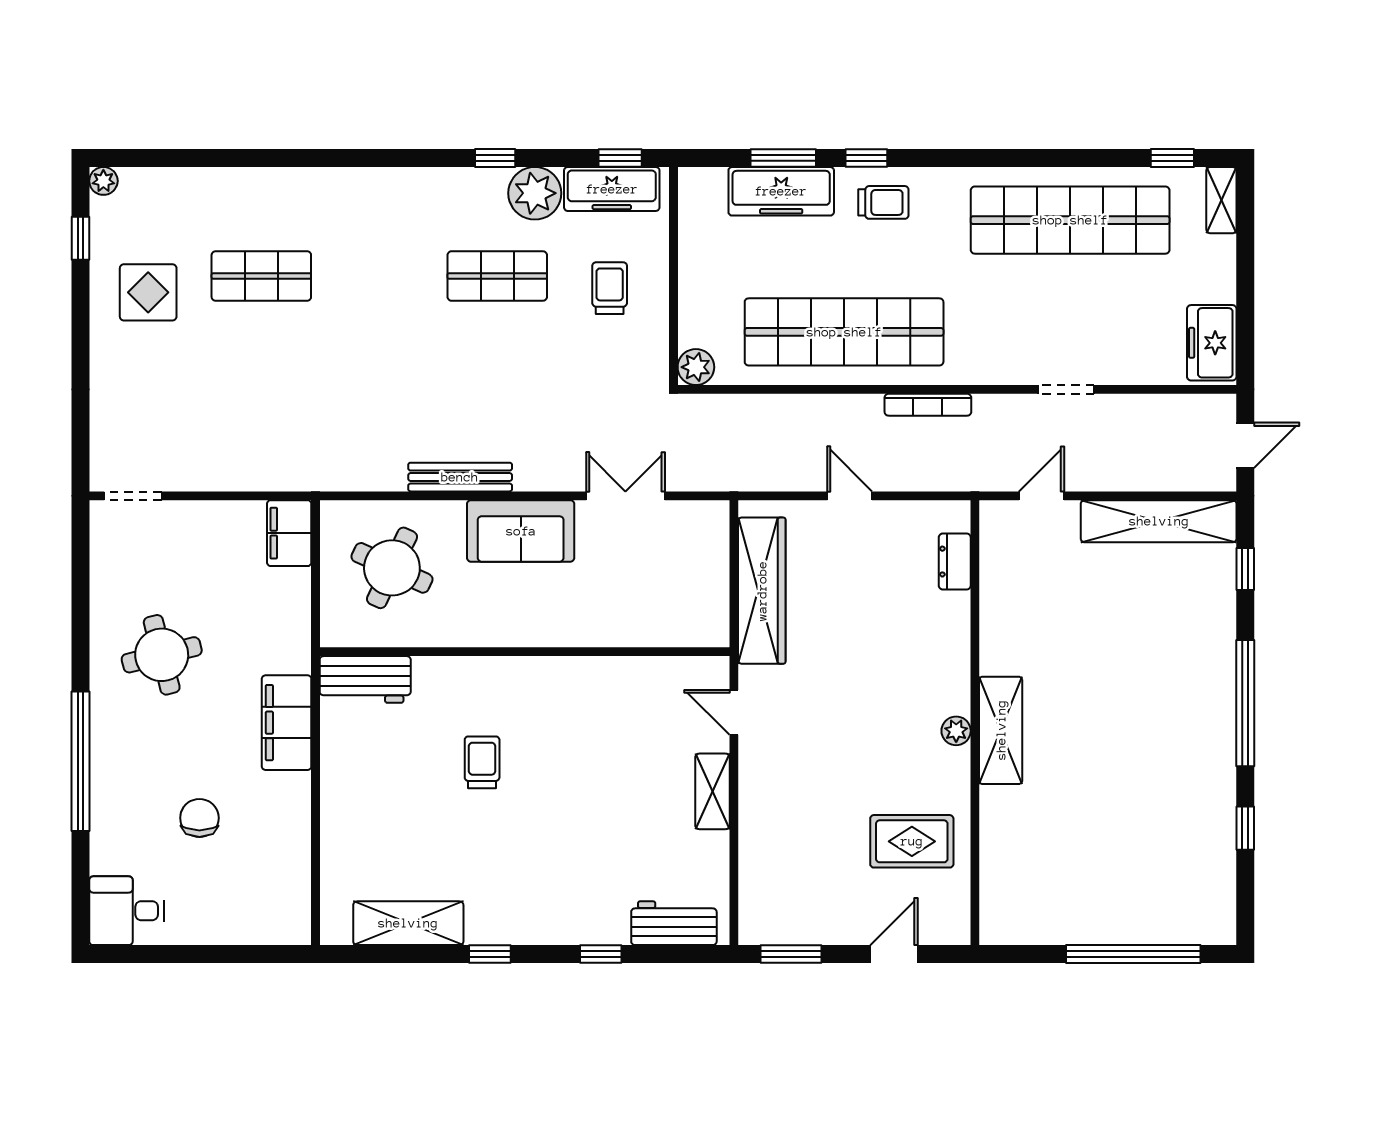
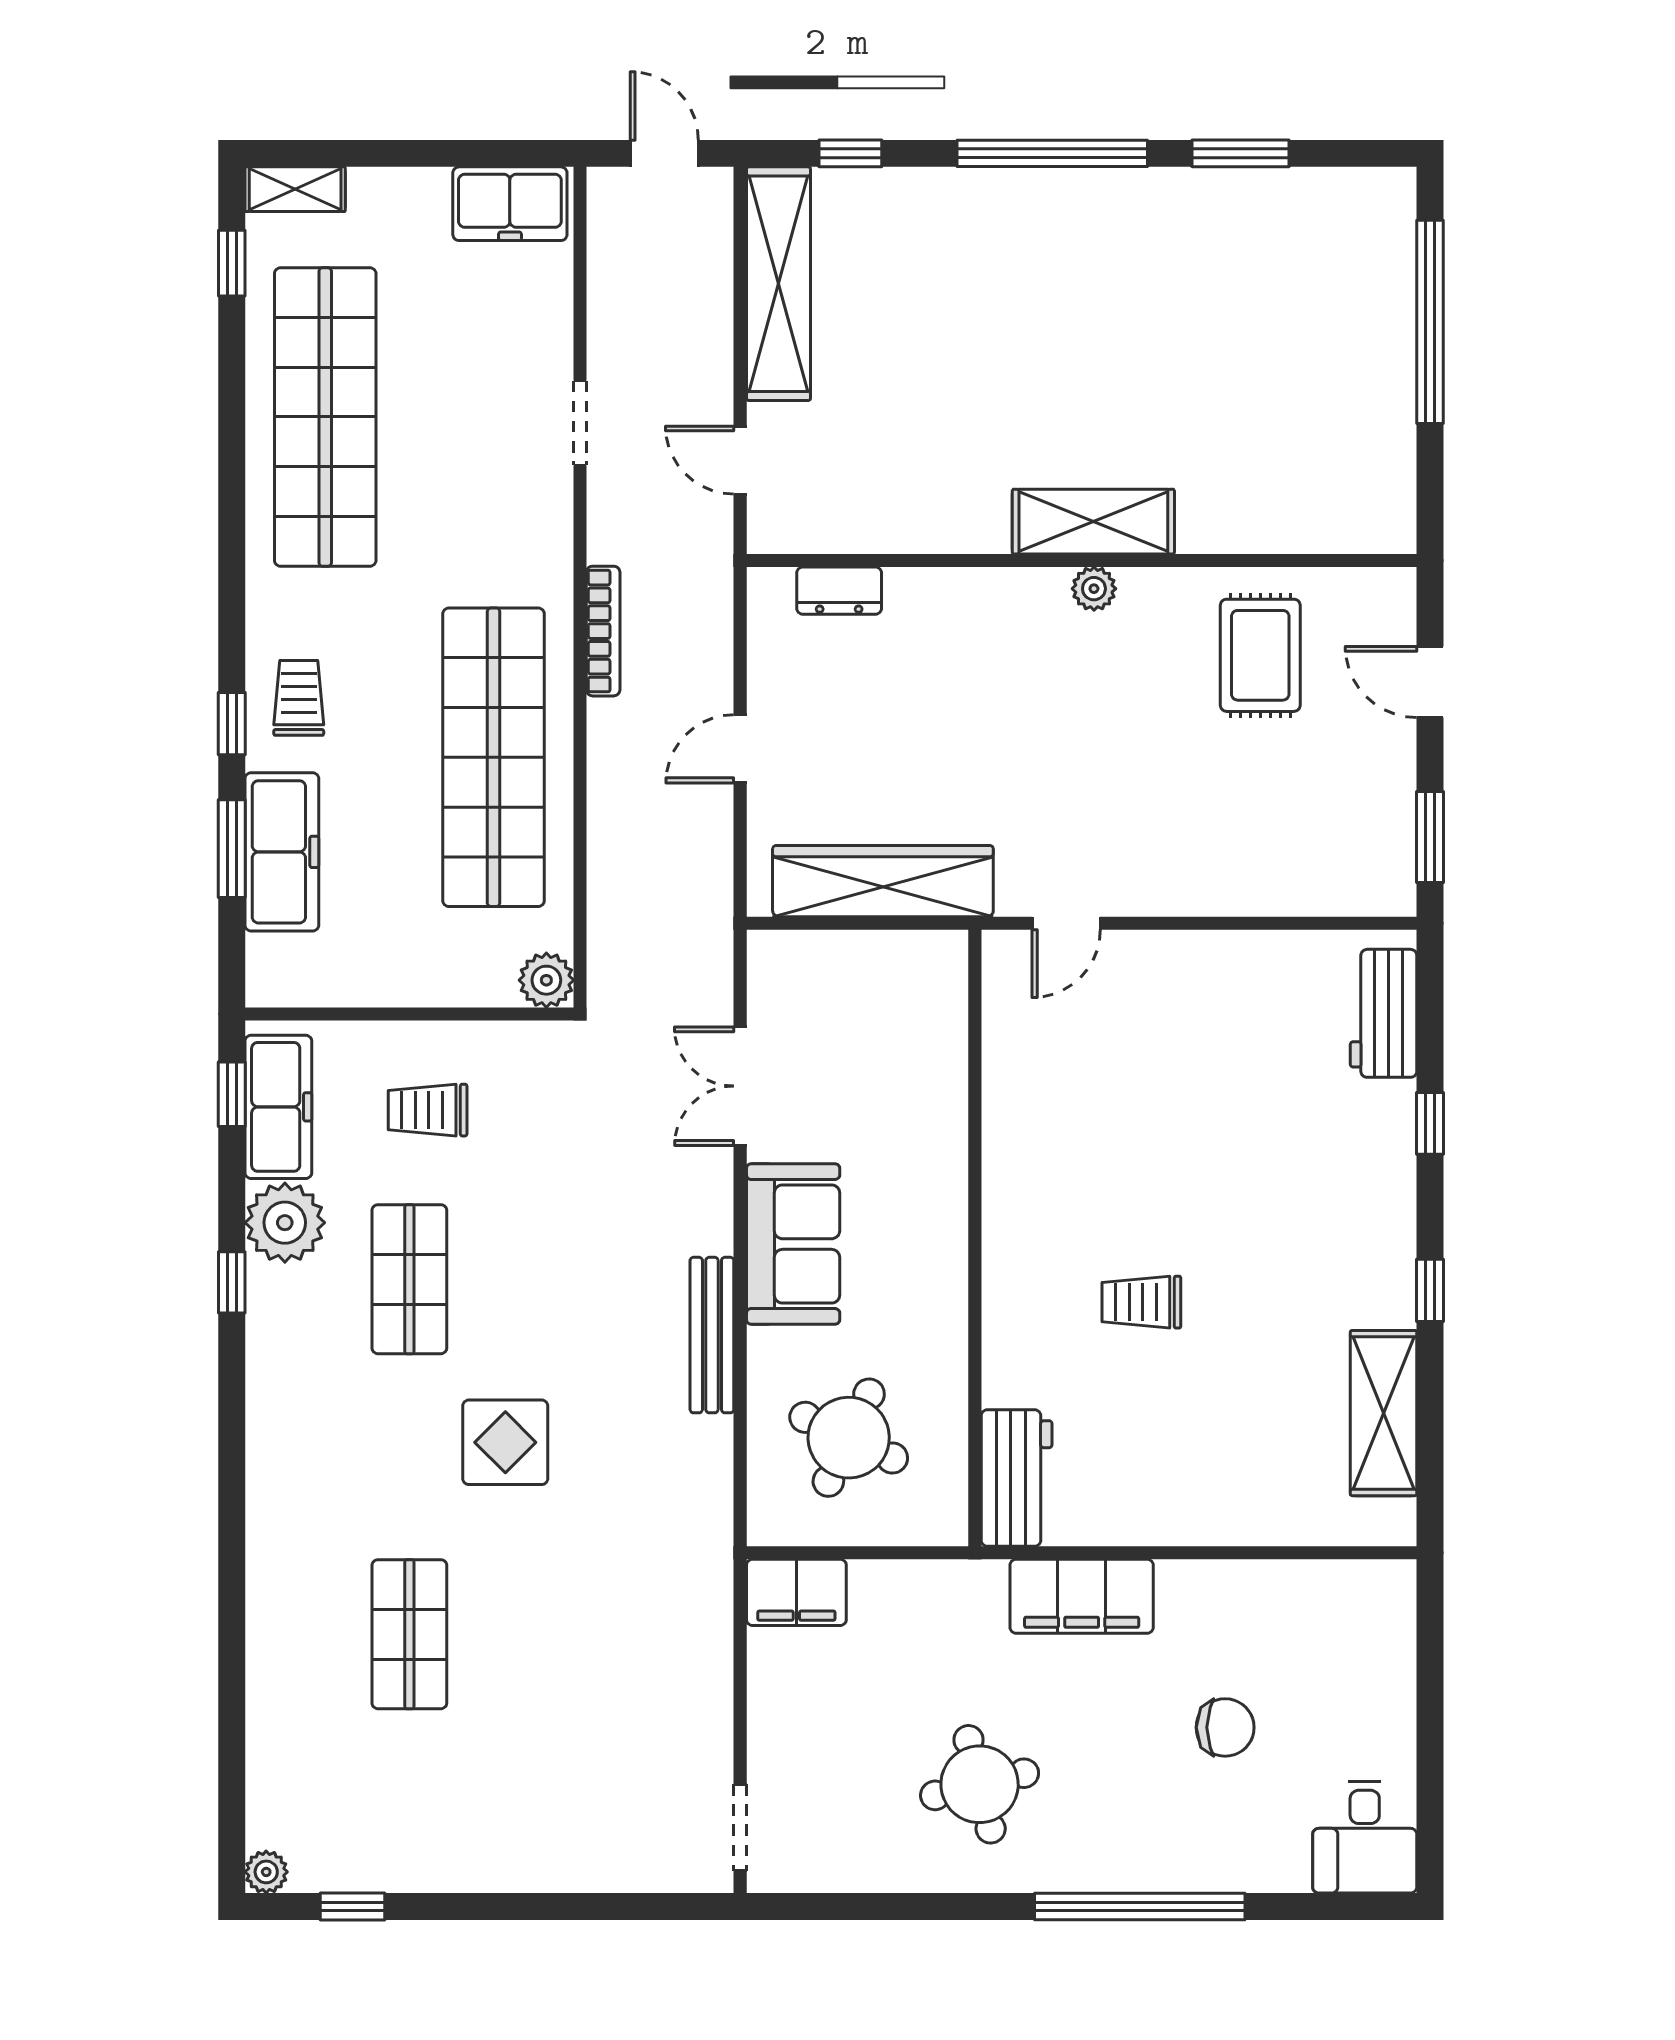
display table: (148, 292) -> (505, 1442), moved
shelving: (712, 791) -> (1185, 955), removed
chair: (199, 818) -> (1225, 1727), turned 180
window: (1245, 828) -> (1240, 153), width x1.50

